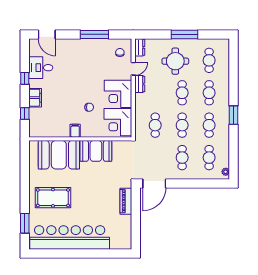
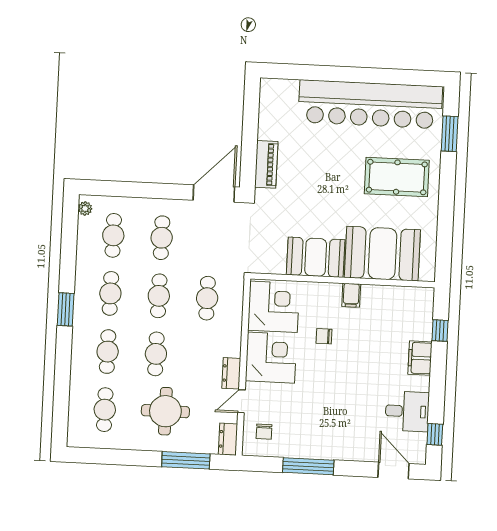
window: (185, 34) -> (186, 460), moved
window: (25, 78) -> (435, 434), moved

